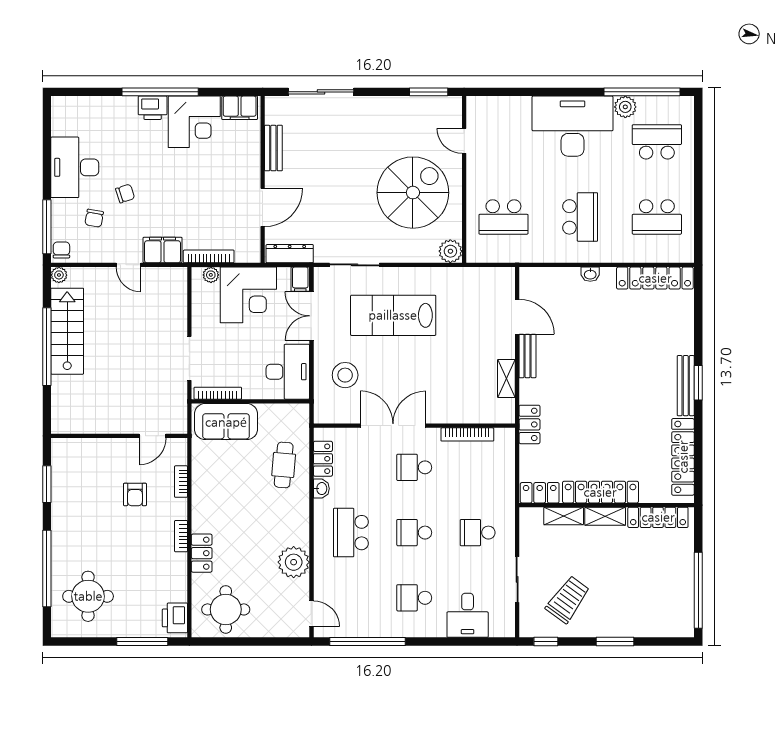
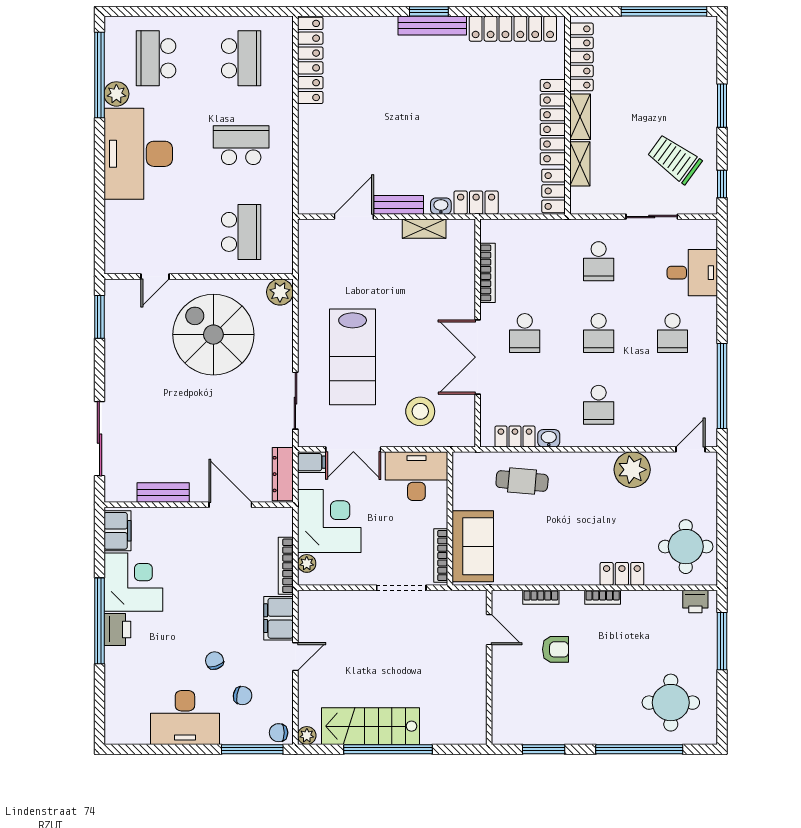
washbasin: (590, 274) -> (441, 206), moved, turned -90
school desk: (351, 533) -> (599, 405), width x0.54
printer: (175, 618) -> (695, 601), width x0.73, depth x0.81

